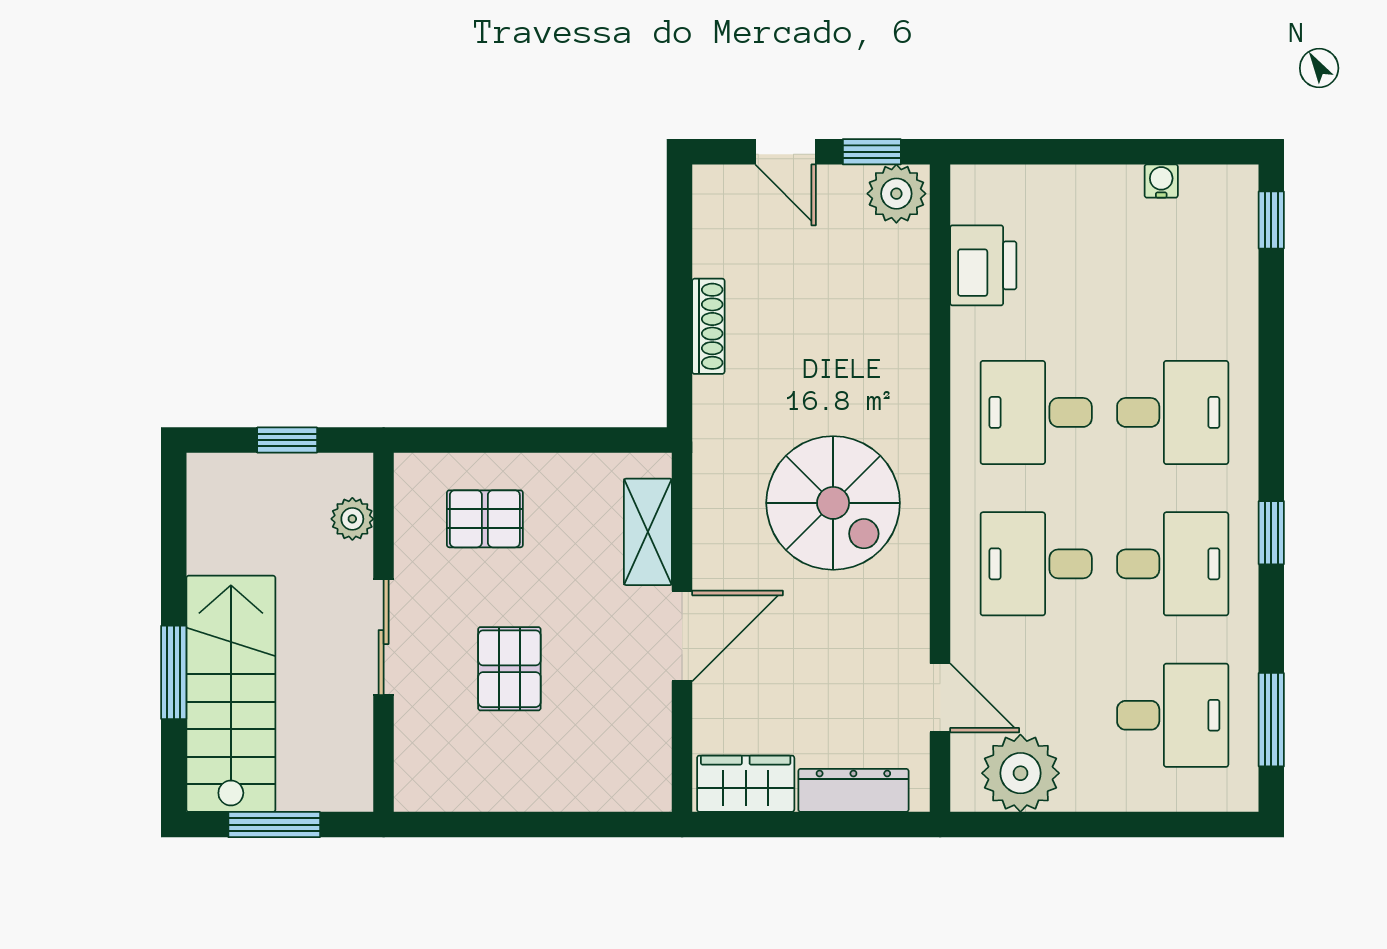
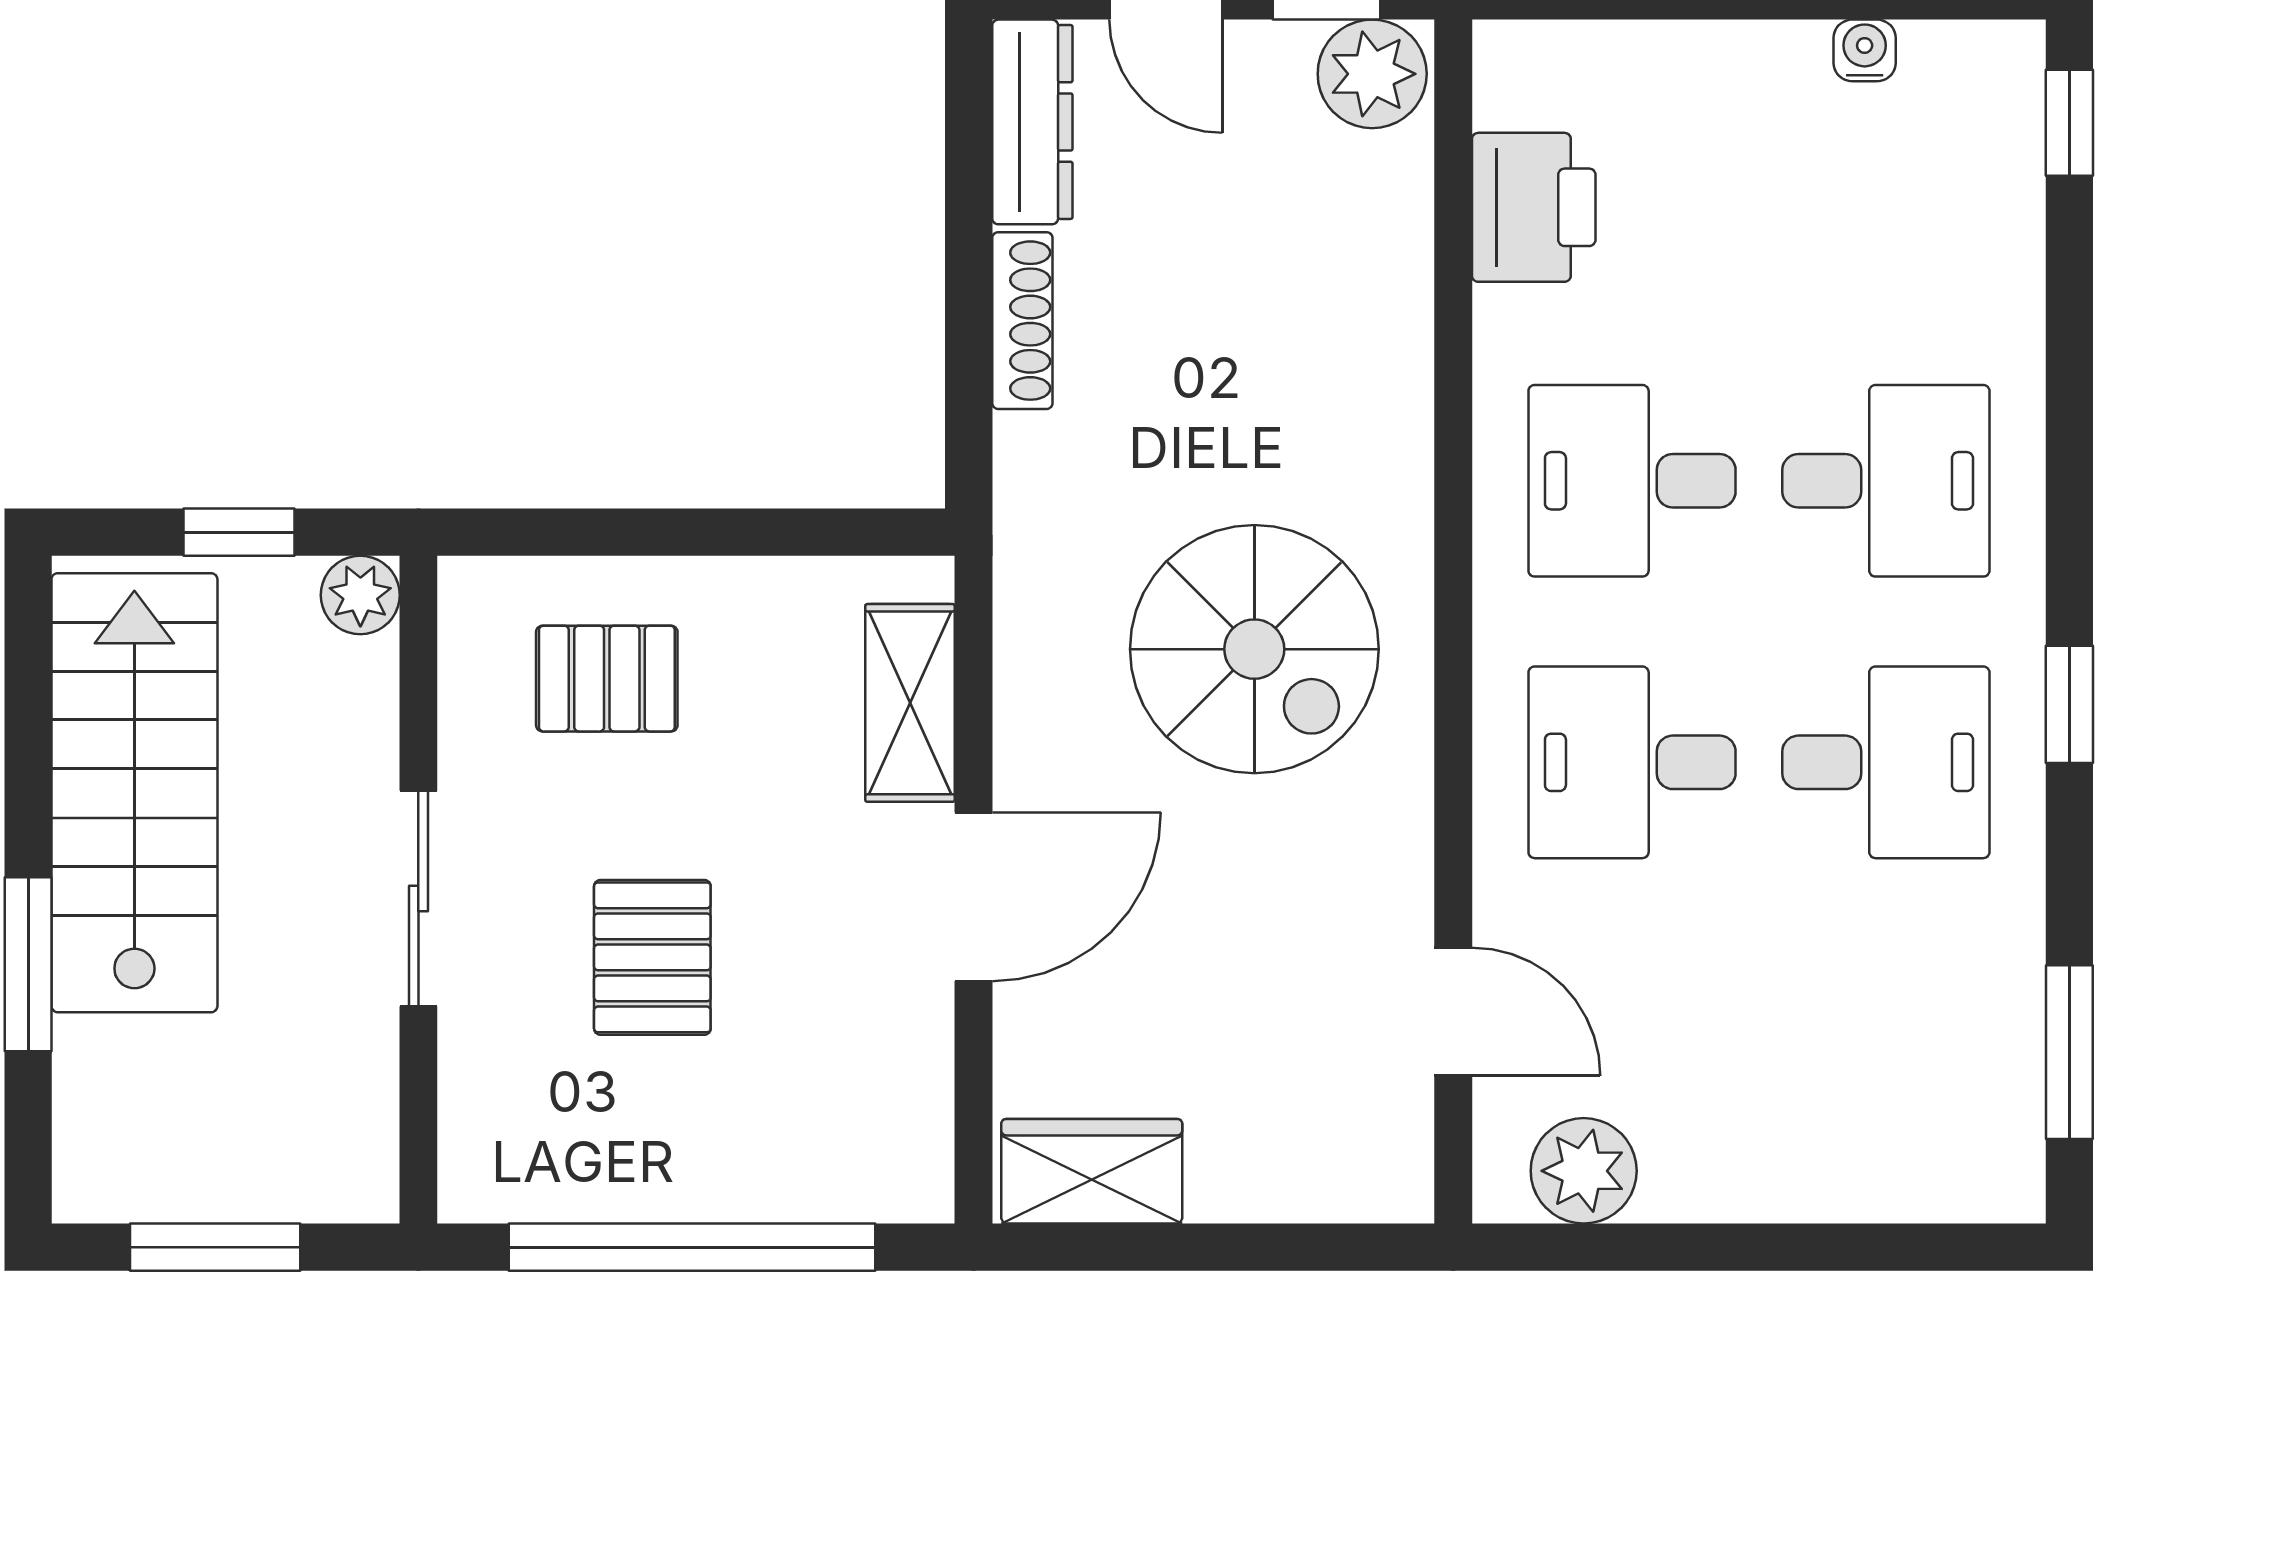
plant: (352, 519) -> (360, 595), moved
stairs: (231, 694) -> (134, 793), moved
desk: (1173, 715) -> (1886, 1044), removed
plant: (1020, 773) -> (1584, 1171), width x0.73, depth x0.73
dresser: (853, 790) -> (1032, 122), moved, turned 90
window: (531, 825) -> (692, 1247), added

